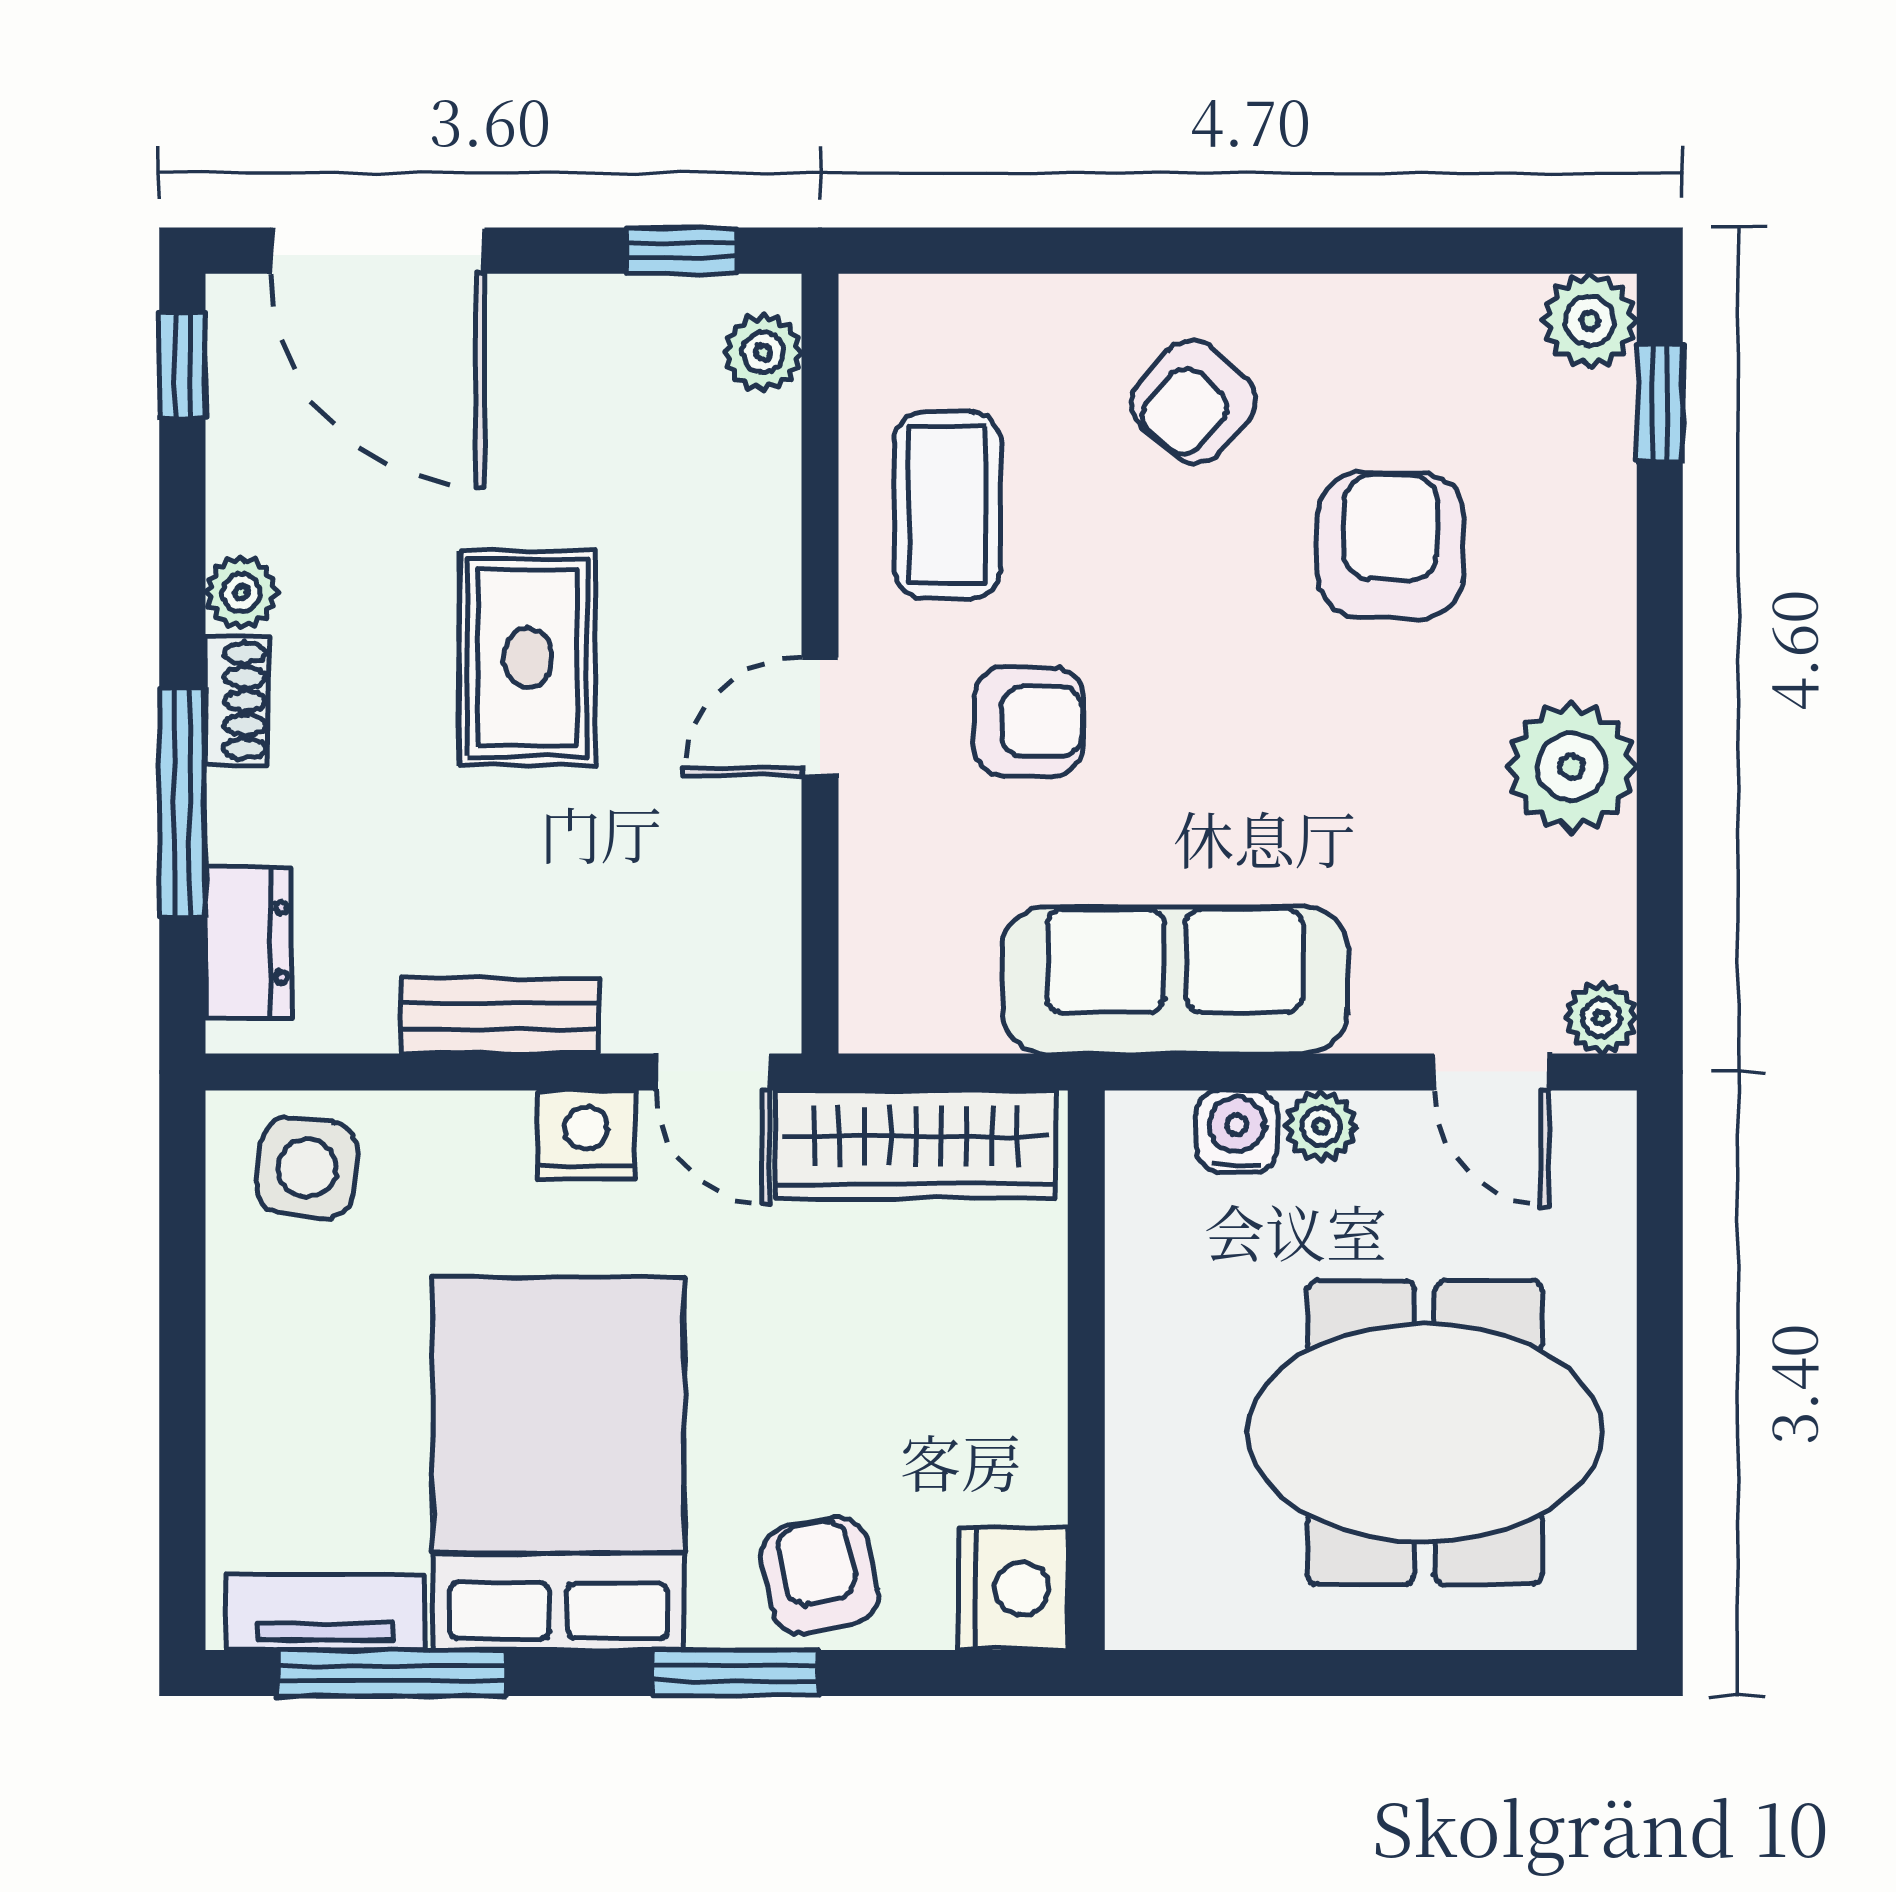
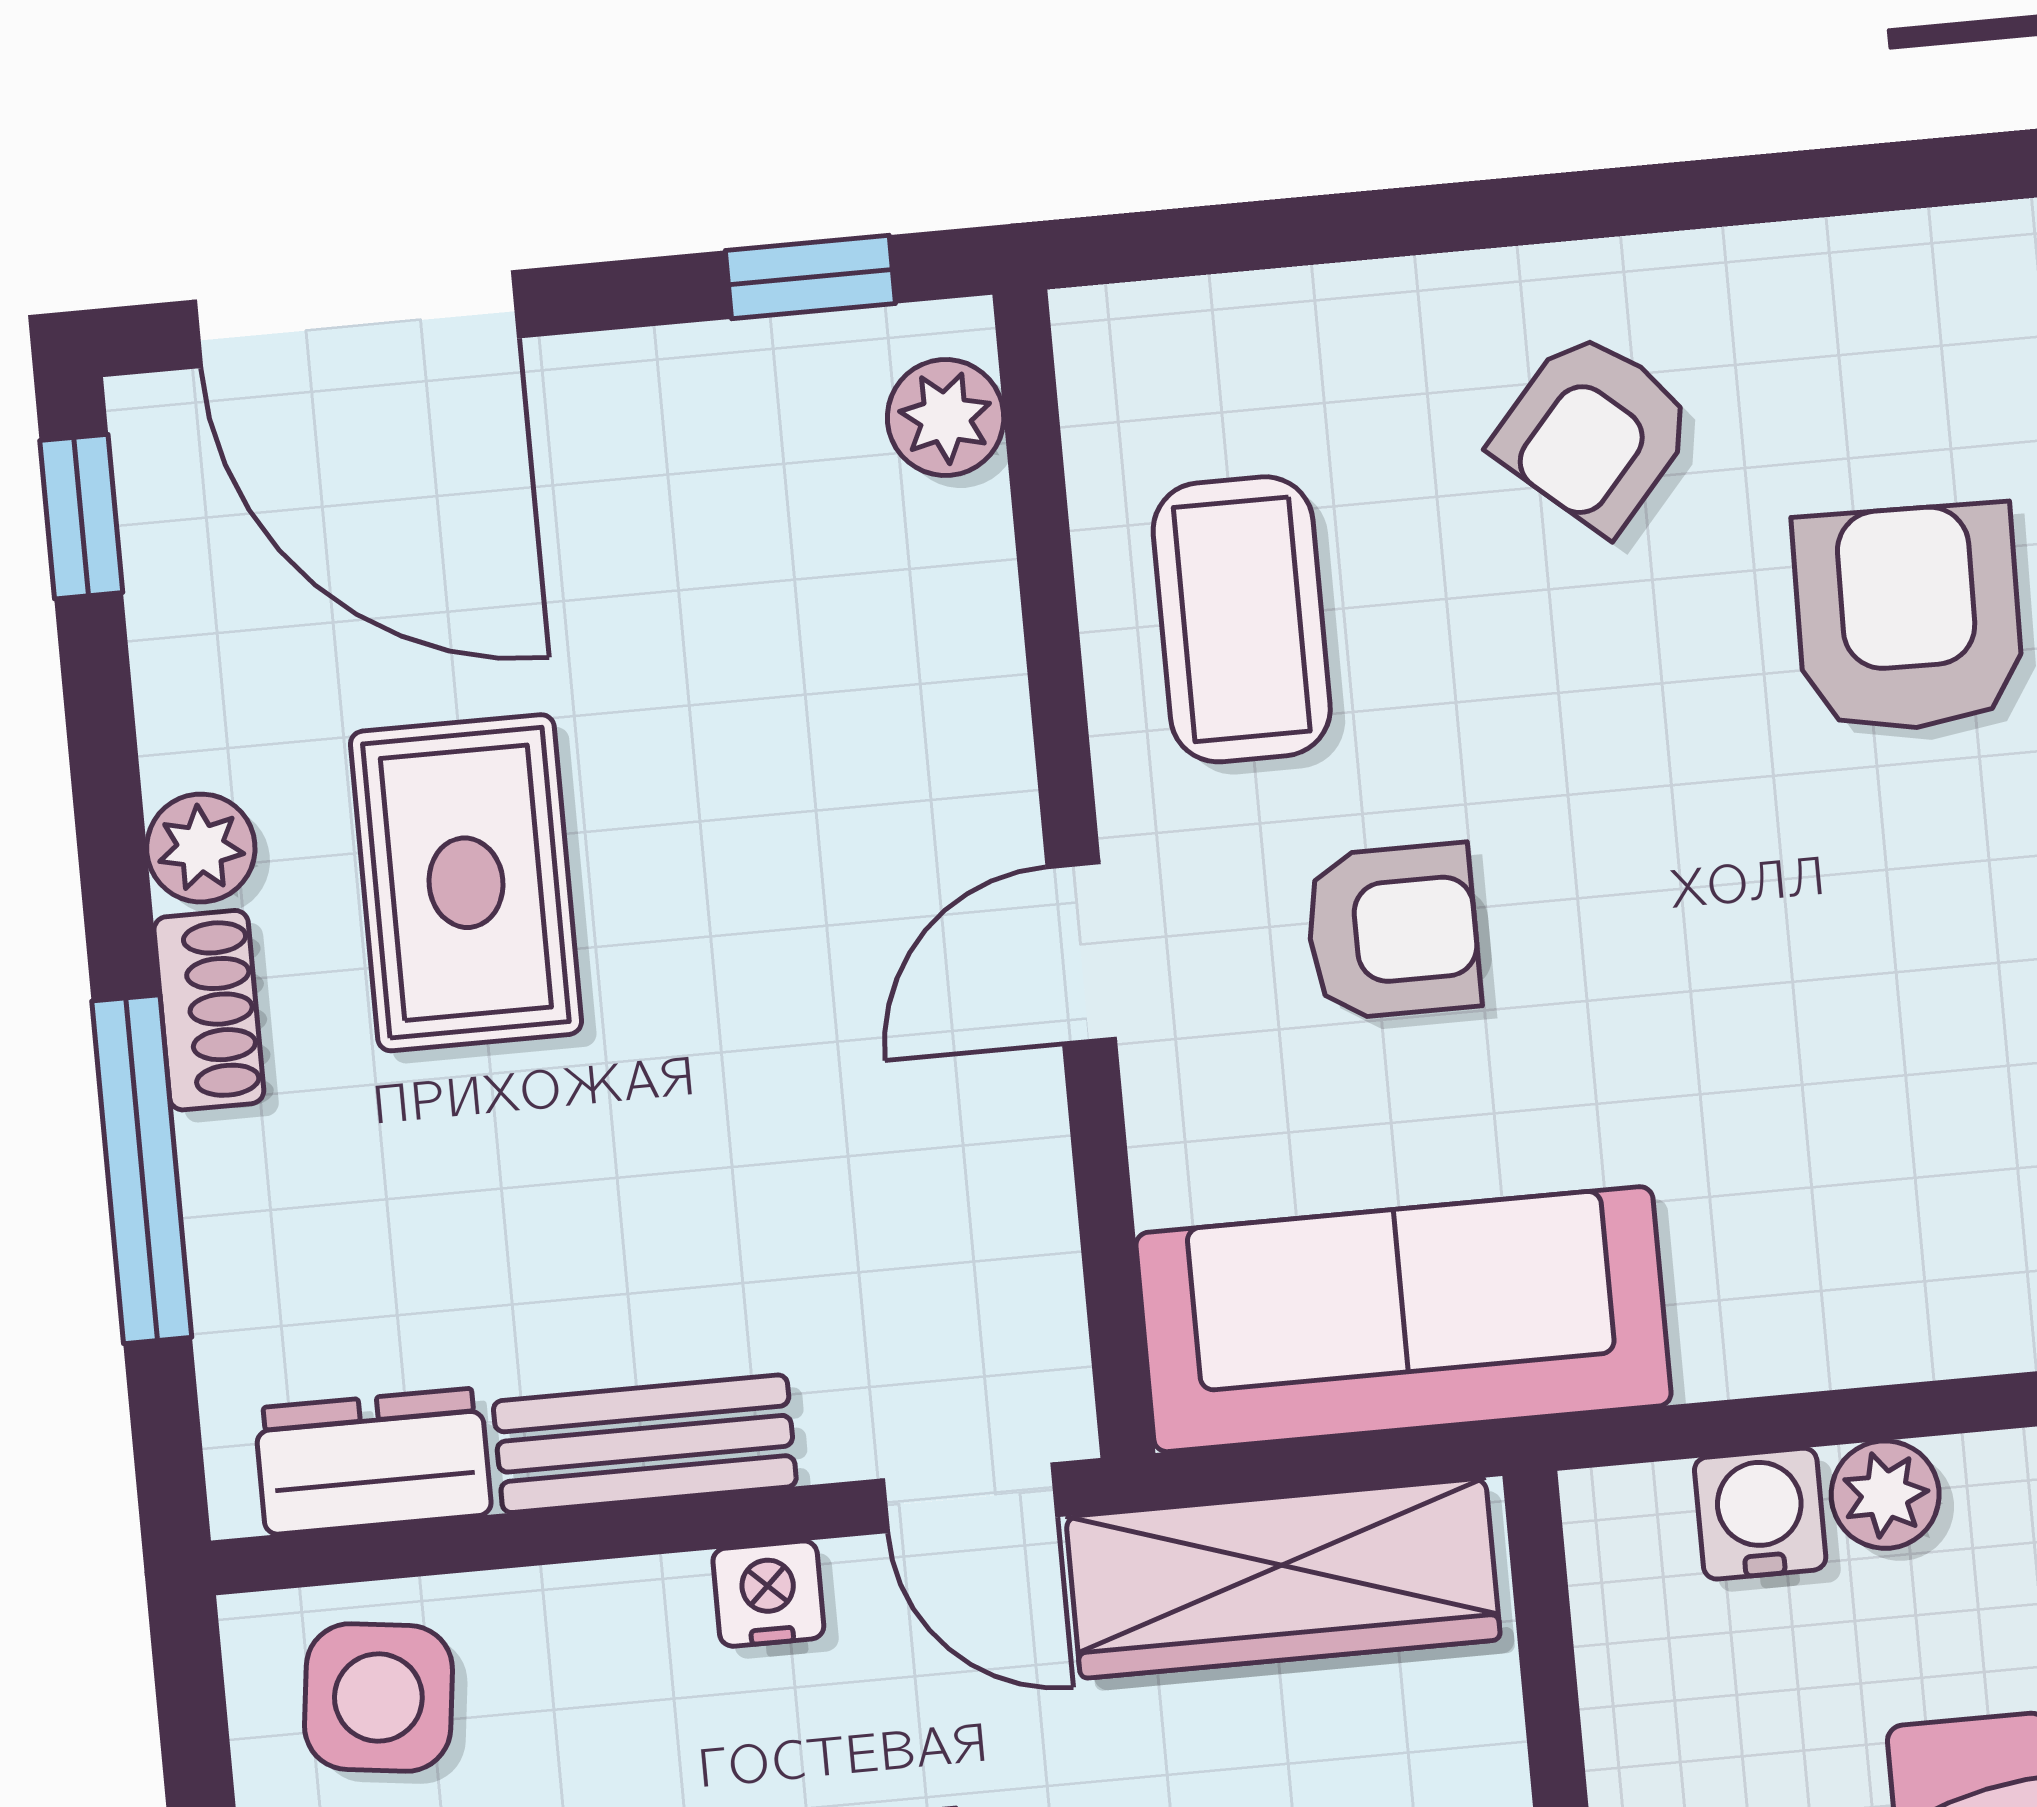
rug: (528, 658) -> (466, 883), moved
dresser: (248, 942) -> (373, 1461), moved, turned -90
sofa: (1175, 980) -> (1403, 1319), moved
nightstand: (586, 1135) -> (768, 1594), width x0.72, depth x0.74

